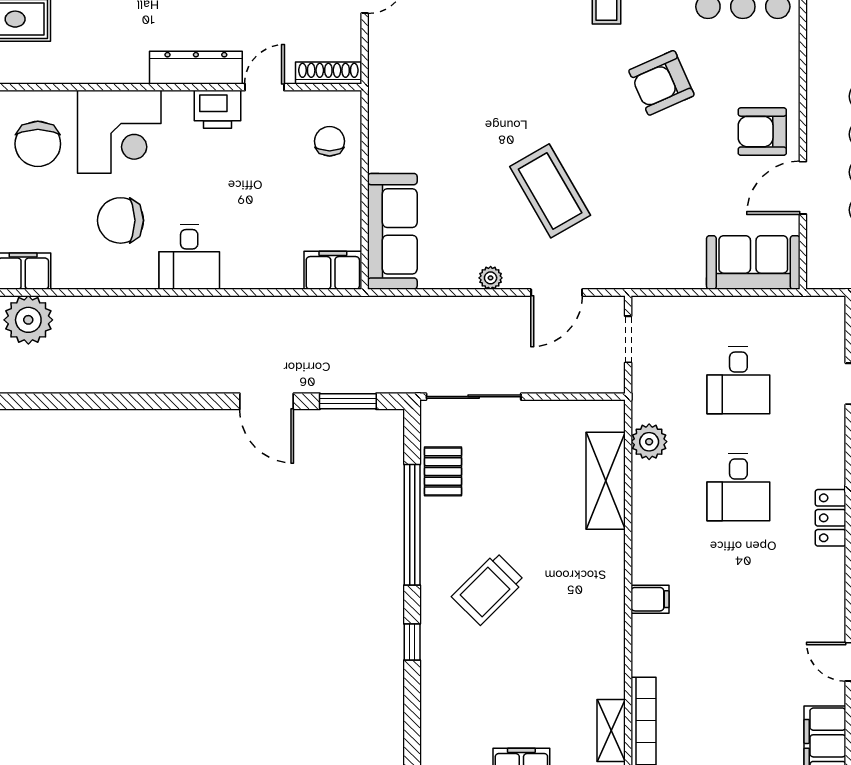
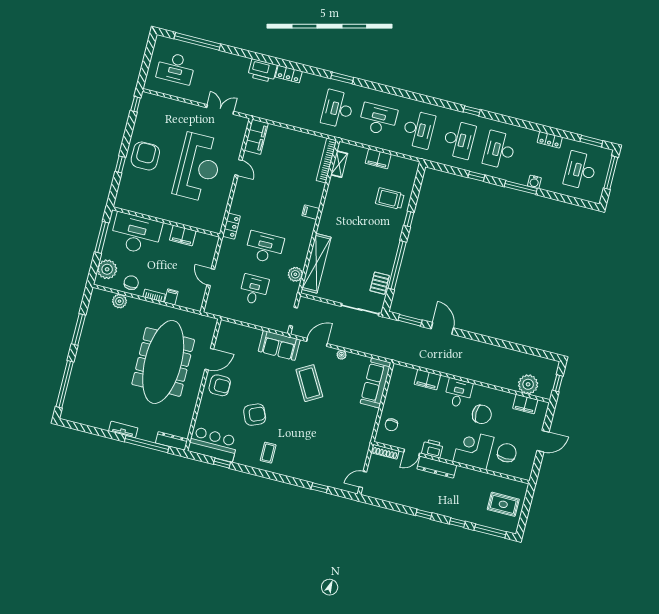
sofa: (753, 263) -> (279, 345), moved
filing cabinet: (333, 270) -> (427, 380), moved
shelving: (606, 481) -> (316, 263), width x1.47
desk: (738, 487) -> (265, 247), width x1.37
trolley: (488, 589) -> (390, 199), moved, turned -135

